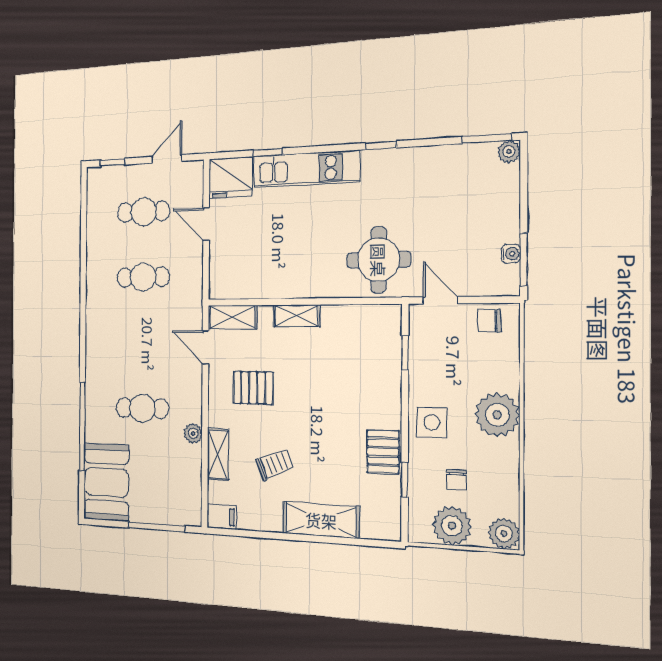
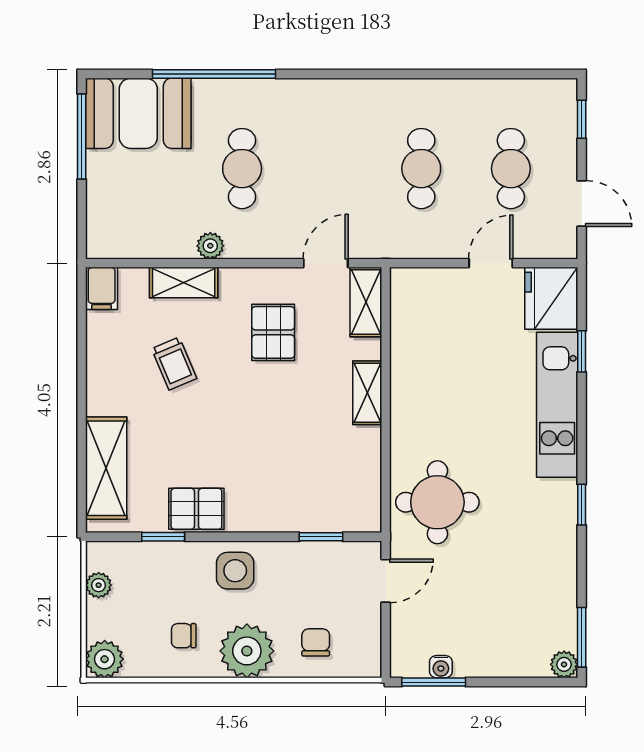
chair: (489, 321) -> (316, 642), moved
chair: (456, 480) -> (184, 636), moved
shelving: (321, 520) -> (106, 468), moved
plant: (452, 526) -> (99, 585), width x0.53, depth x0.53
window: (156, 527) -> (82, 136), moved

